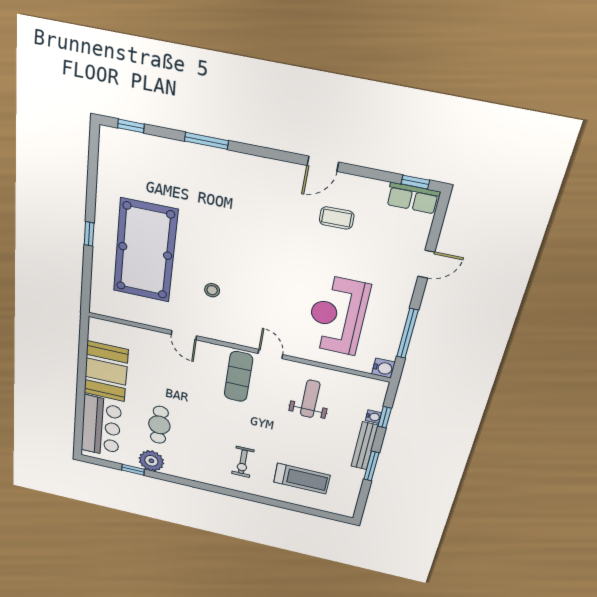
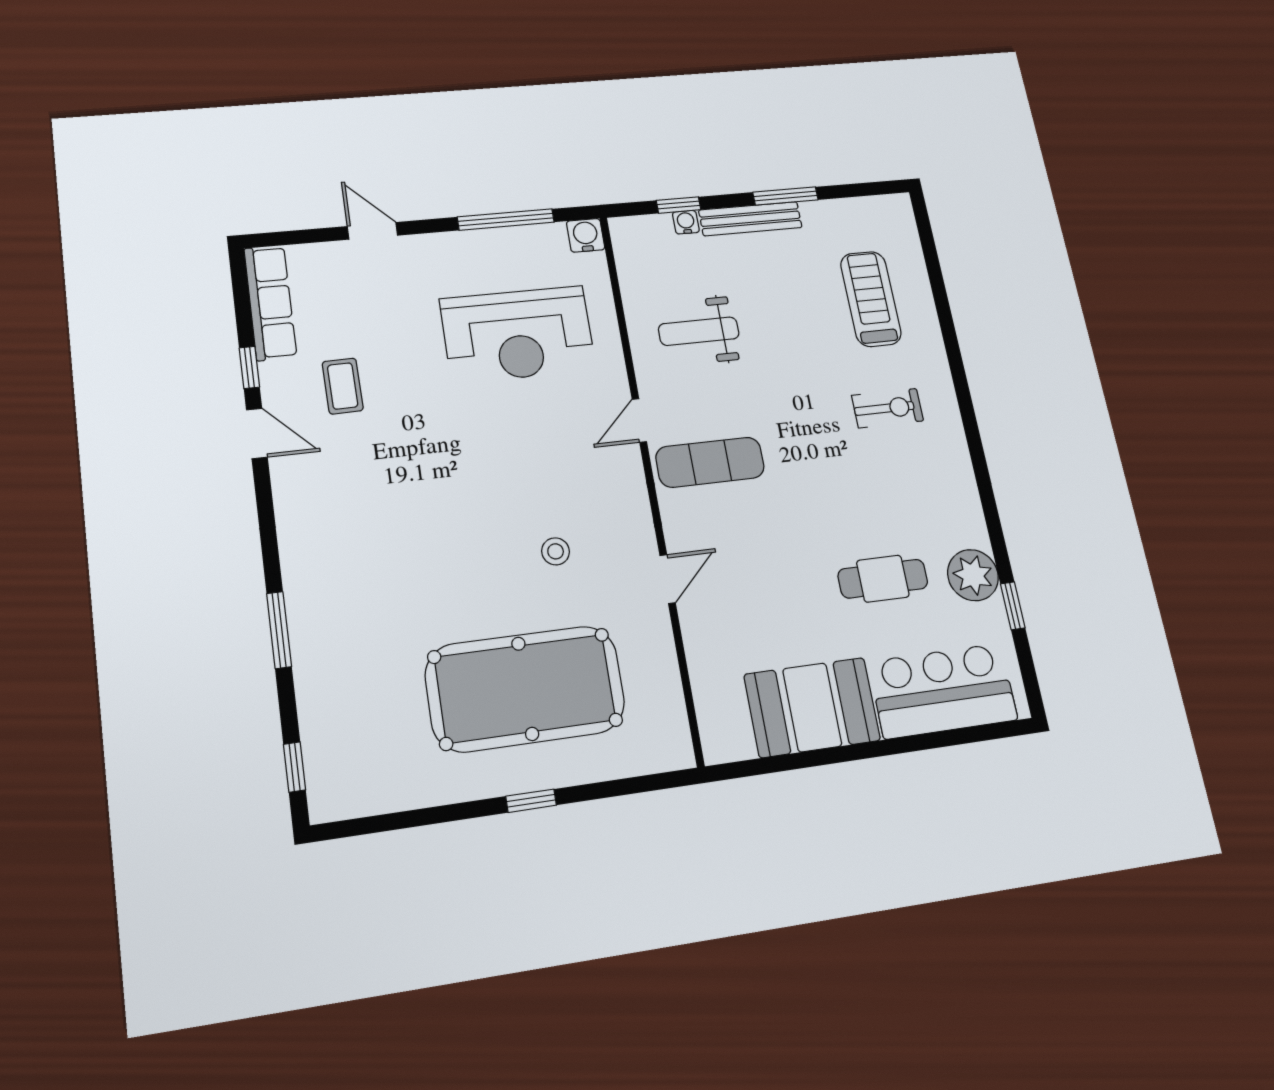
window: (415, 182) -> (249, 367), moved
row of seats: (413, 198) -> (270, 303), width x1.48

